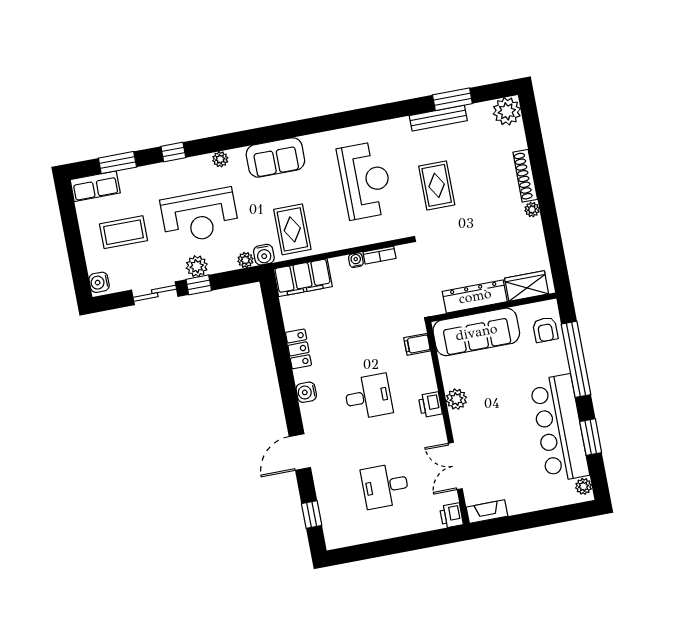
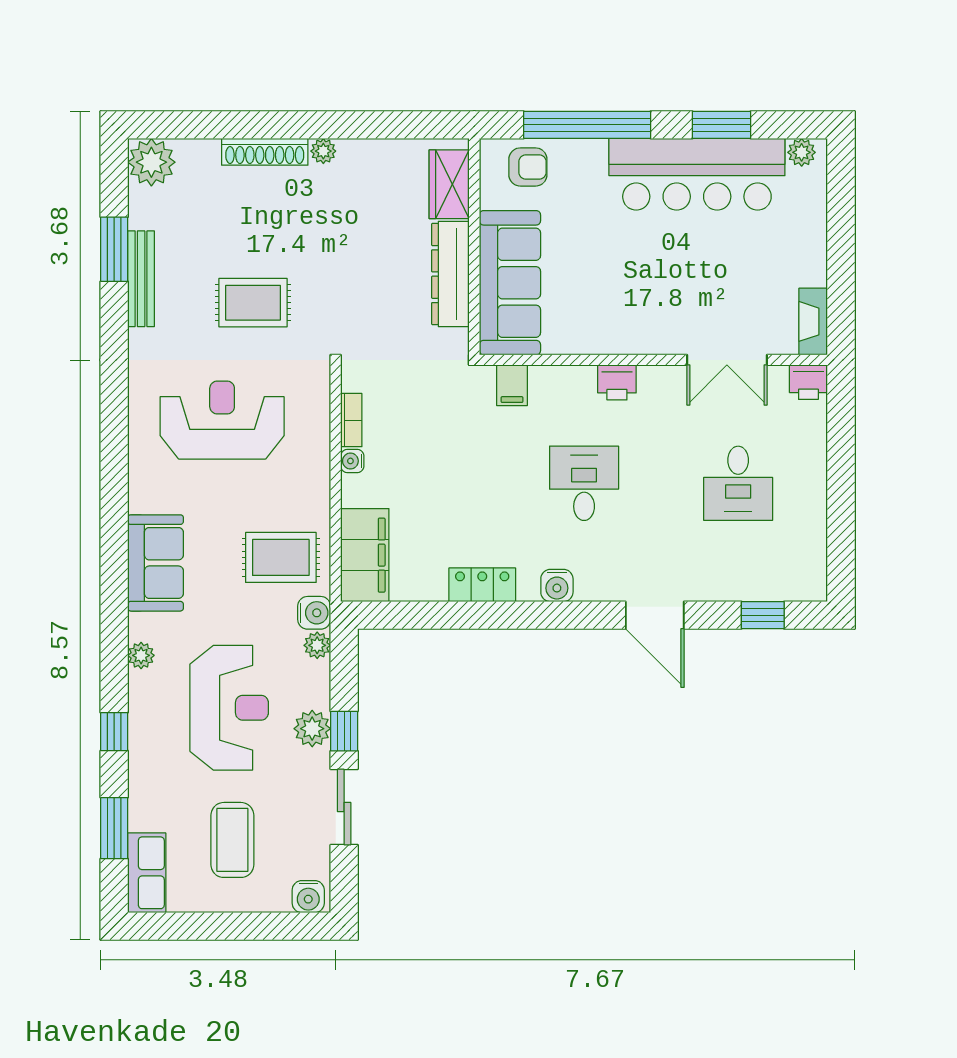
plant: (456, 399) -> (616, 337), removed

